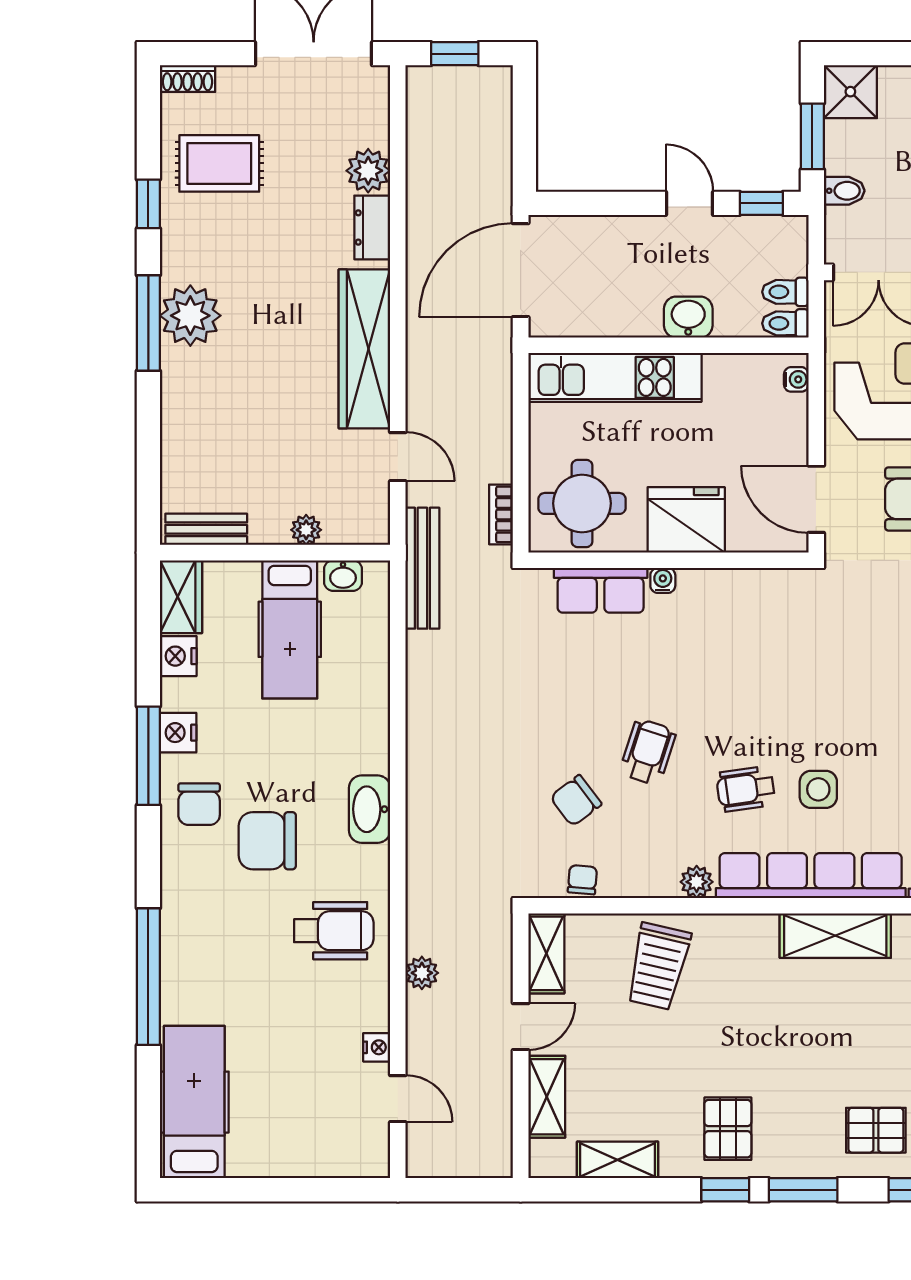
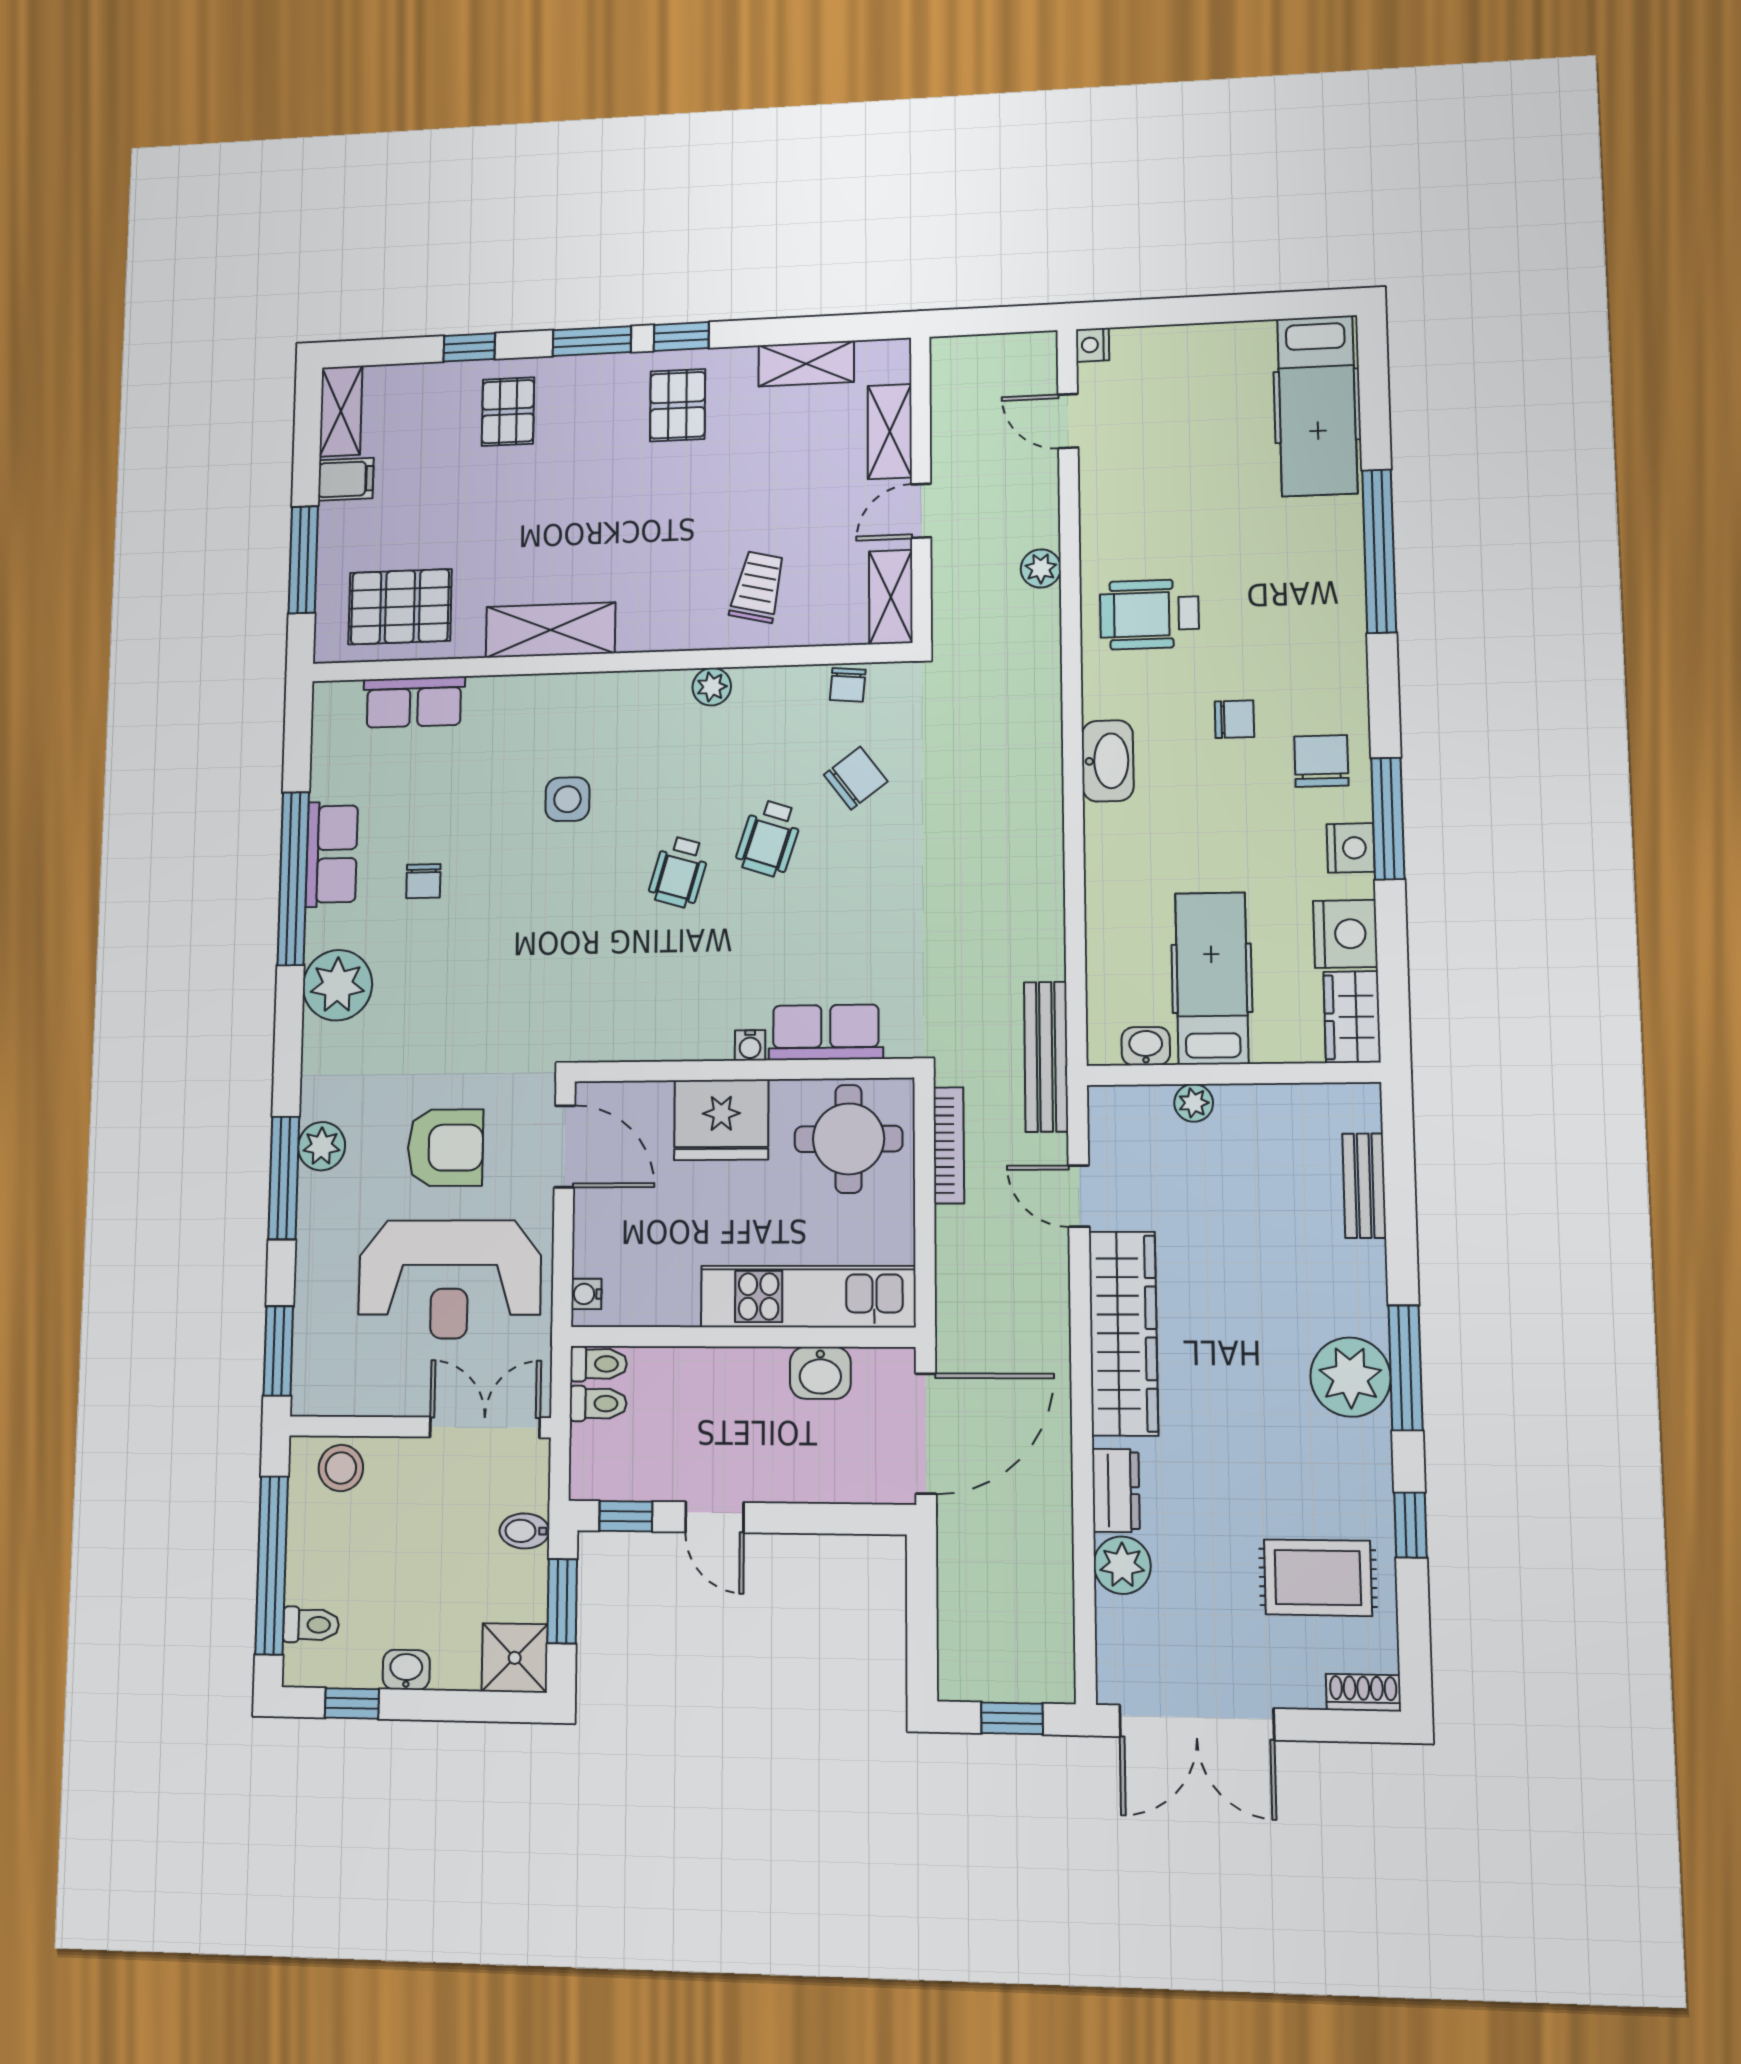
washbasin: (688, 317) -> (820, 1373), moved
bookcase: (501, 514) -> (949, 1145), width x1.56
bench: (206, 529) -> (1364, 1186), moved, turned 90
nightstand: (178, 656) -> (1345, 934), width x1.36, depth x1.33
wheelchair: (746, 789) -> (679, 872), moved, turned 114
chair: (267, 841) -> (1234, 719), width x0.54, depth x0.54
row of seats: (811, 876) -> (578, 698), removed
trolley: (658, 966) -> (758, 587), width x0.73, depth x0.72
nightstand: (377, 1047) -> (1092, 345), moved
pallet: (876, 1130) -> (508, 412), turned 90

